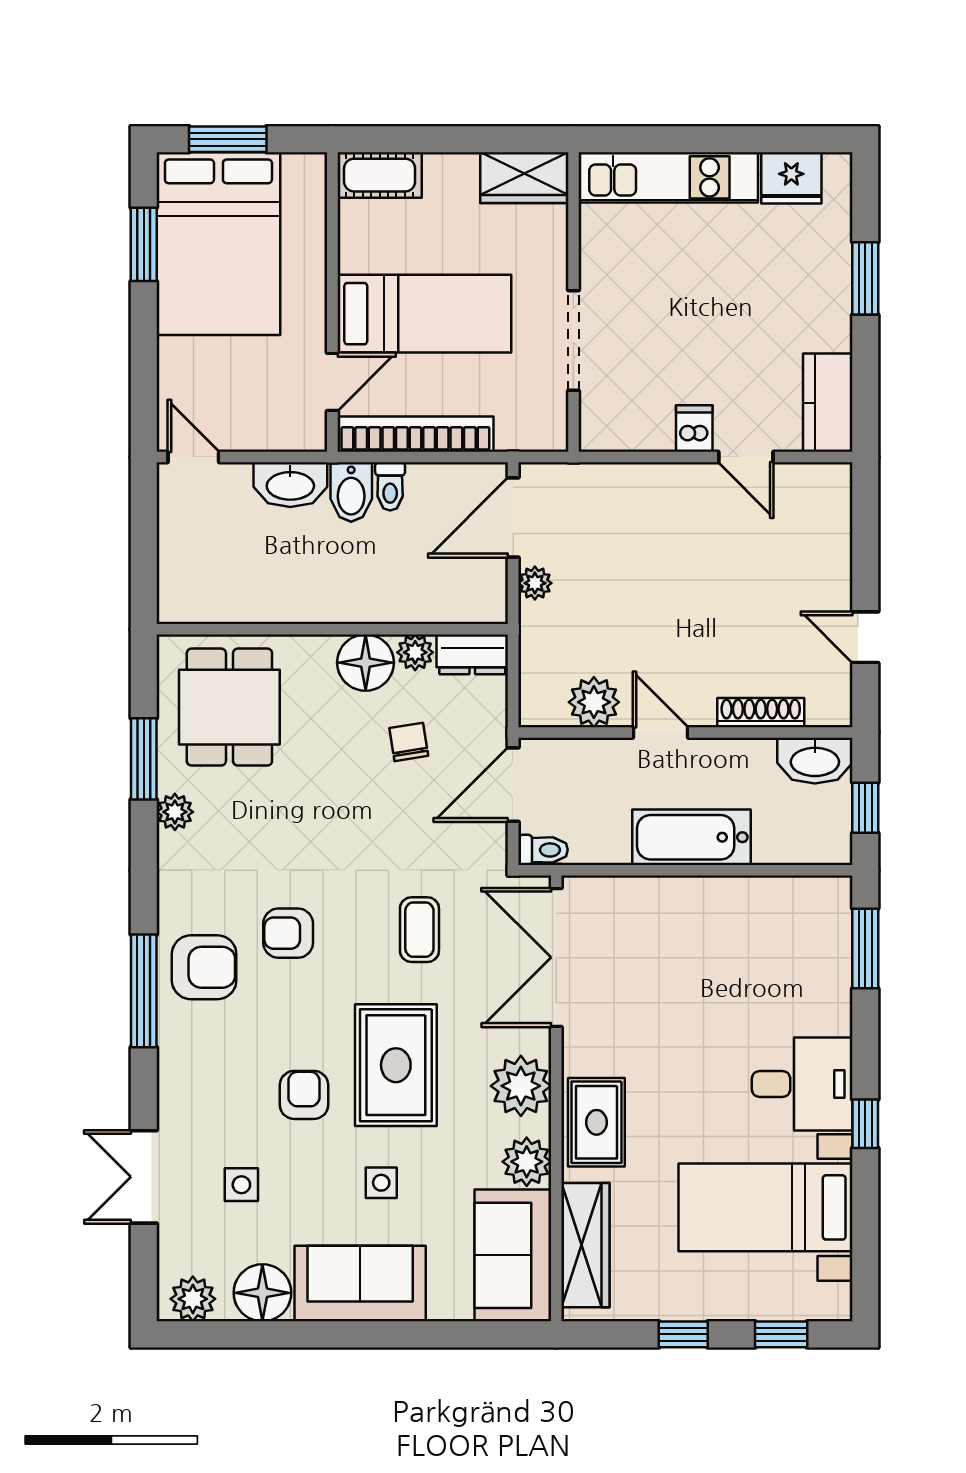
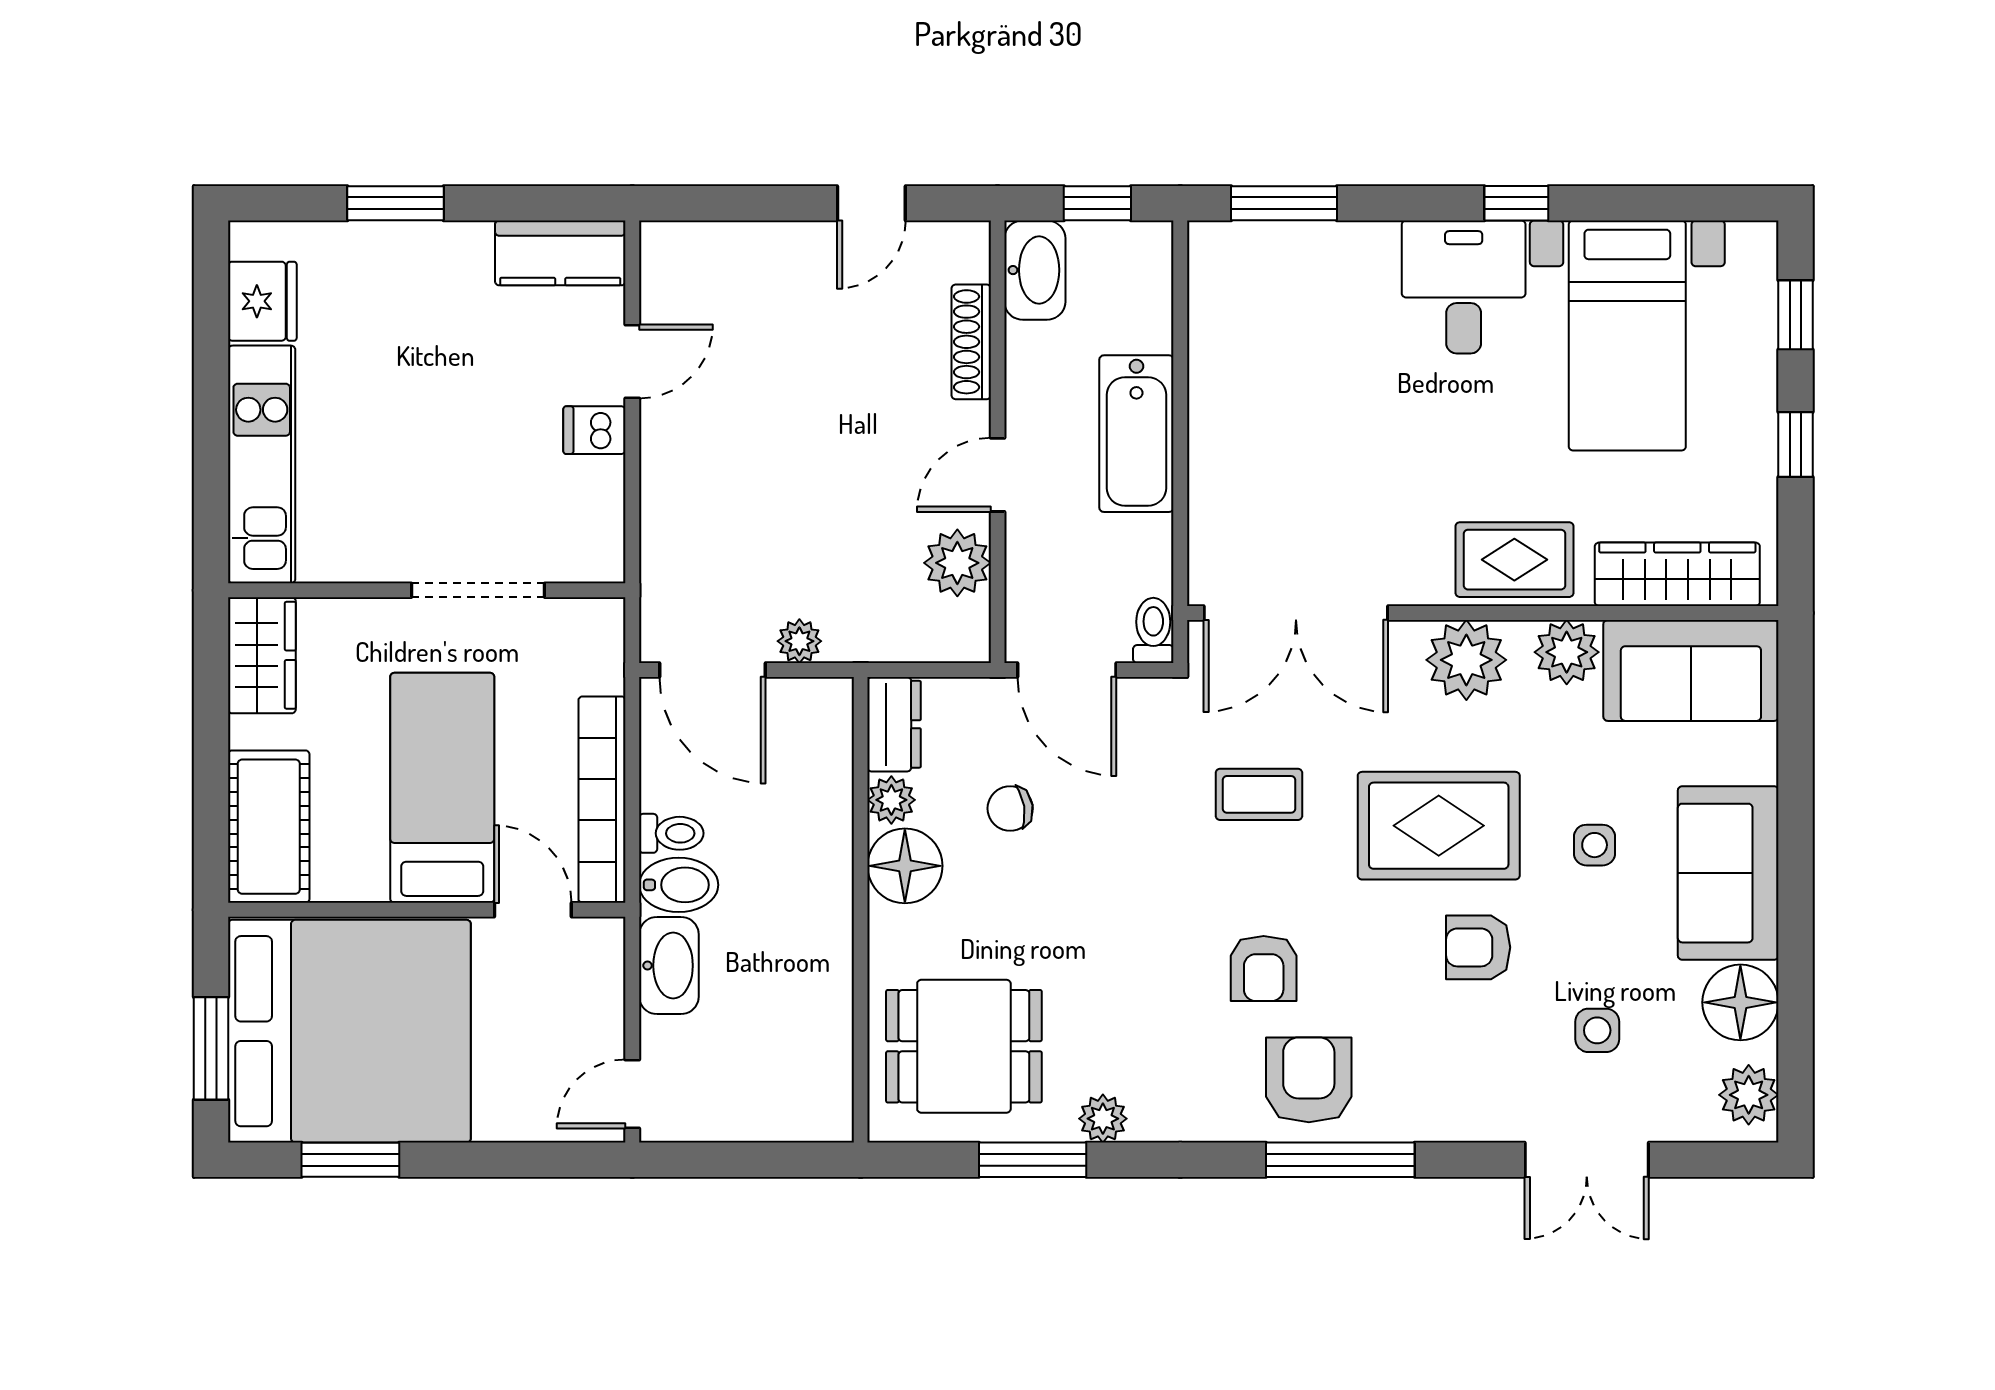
cot: (380, 175) -> (269, 827), width x1.37, depth x1.34
bed: (218, 244) -> (349, 1031), width x1.36

